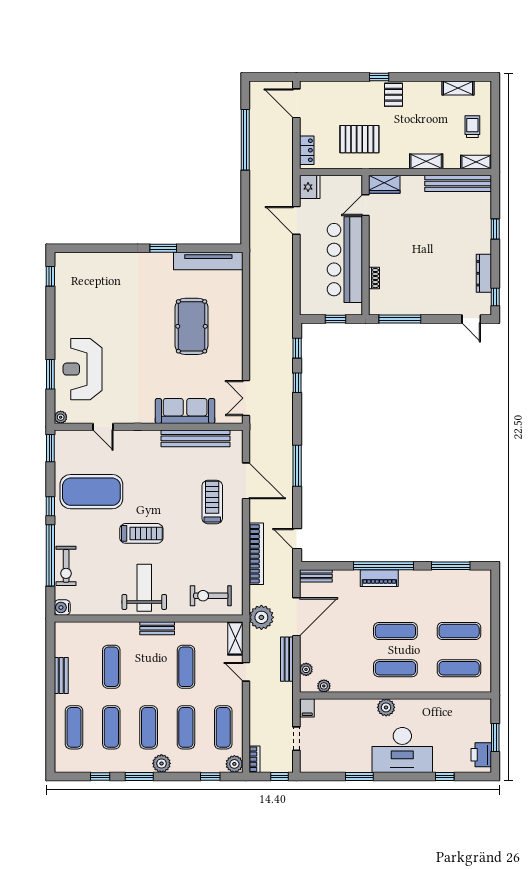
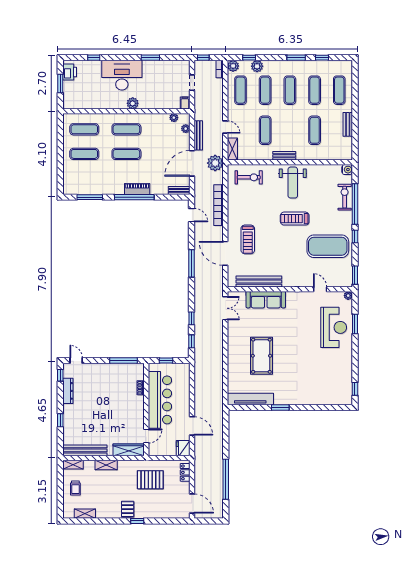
wardrobe: (384, 184) -> (129, 450), width x1.50
plant: (161, 763) -> (257, 66), moved

